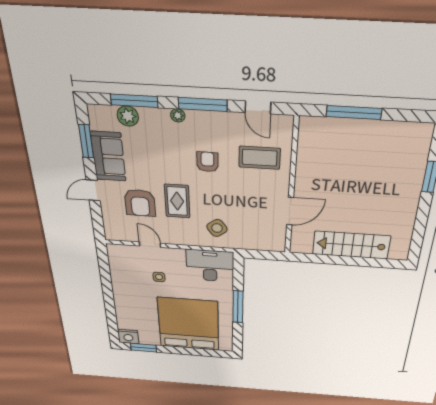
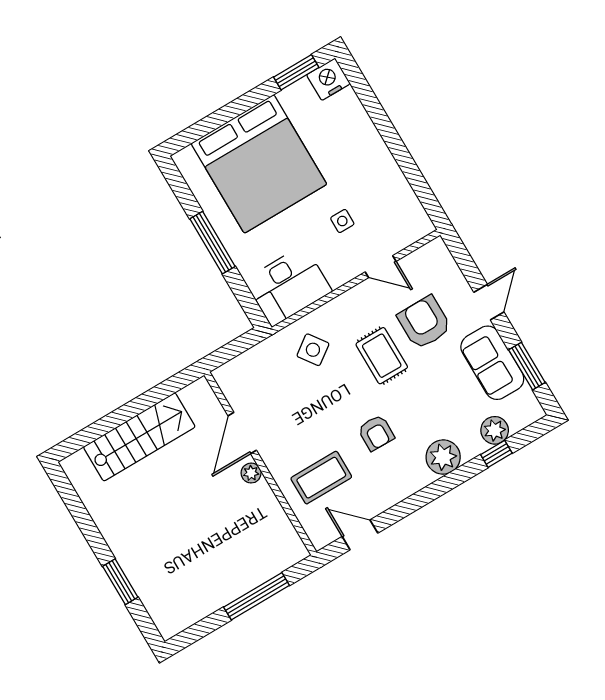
window: (134, 101) -> (496, 454), width x0.46
window: (203, 104) -> (421, 499), removed
plant: (178, 115) -> (443, 457), width x1.87, depth x1.87
plant: (301, 187) -> (251, 473), added

